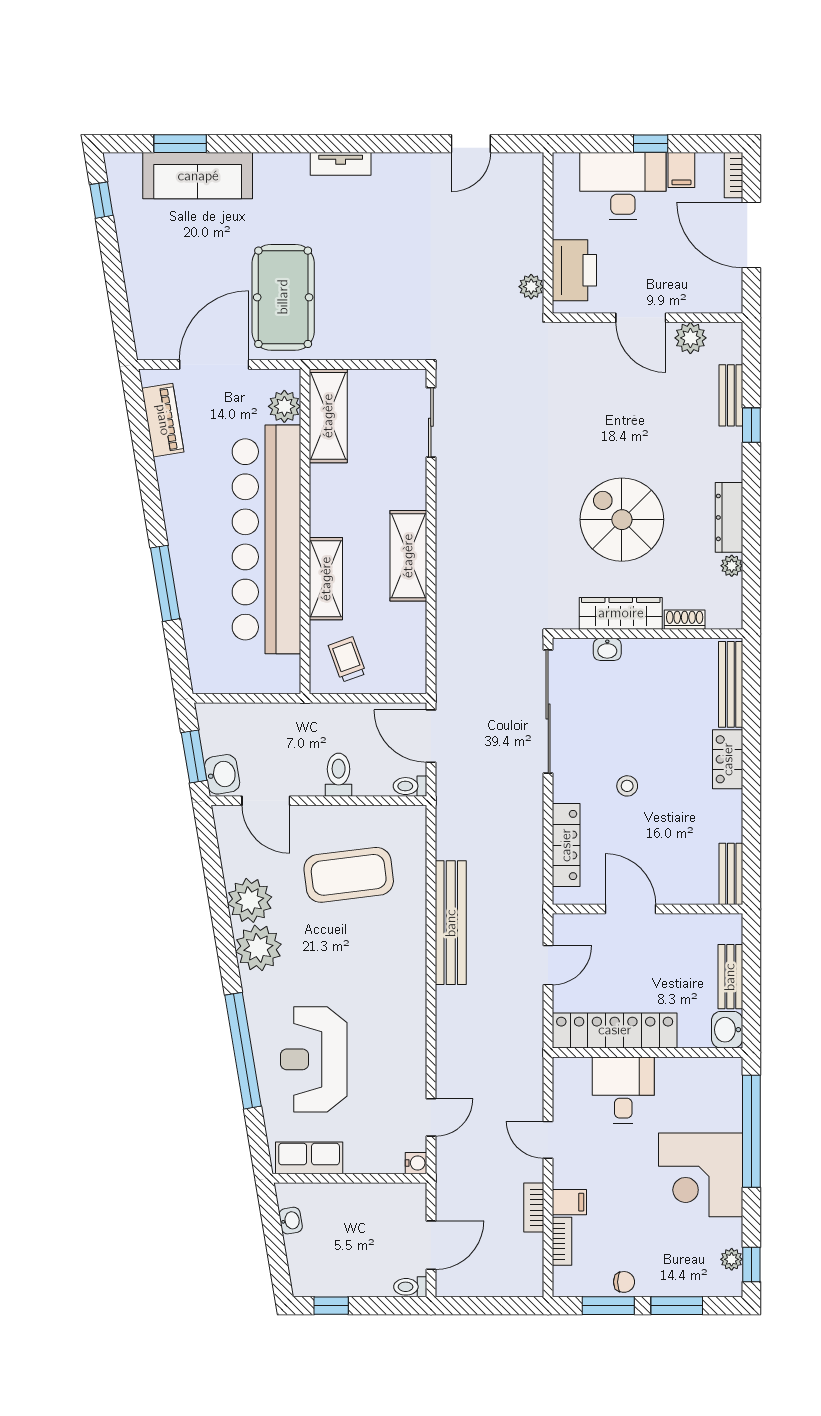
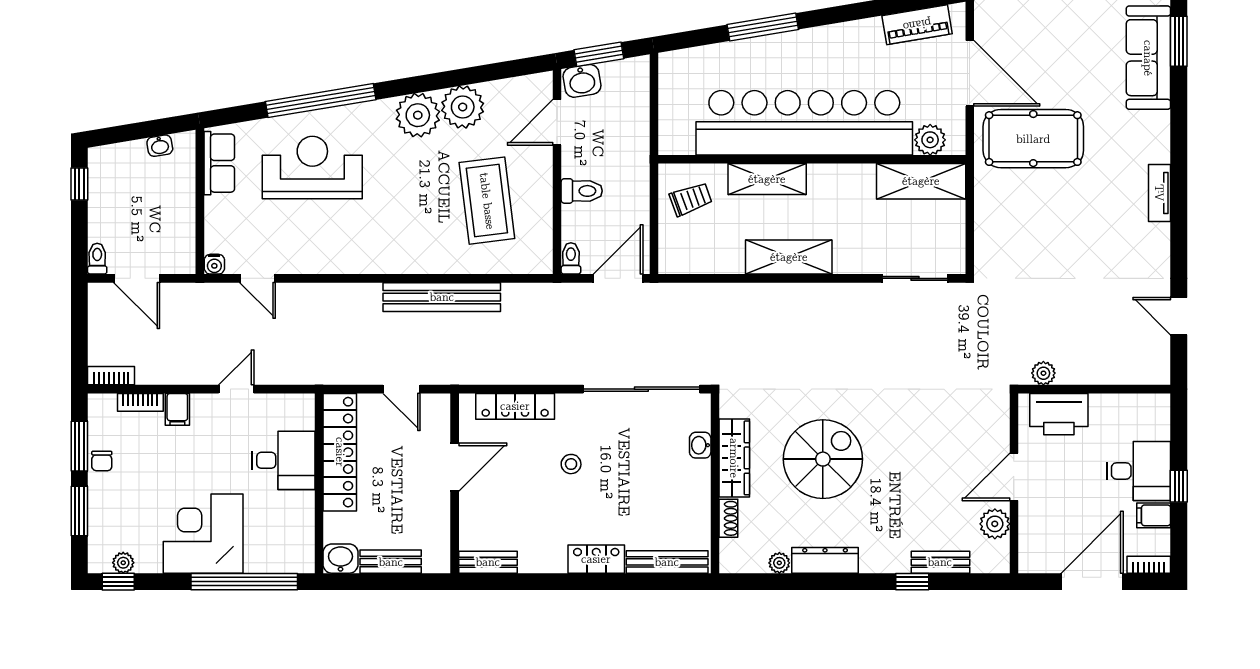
desk: (623, 186) -> (1138, 471), width x0.73
bookcase: (534, 1207) -> (111, 376), moved

